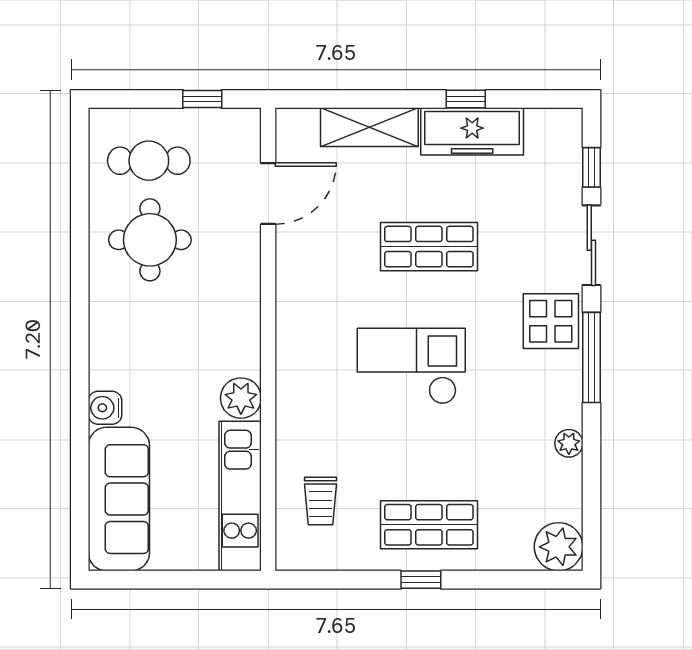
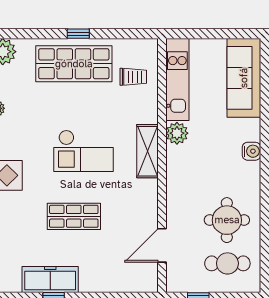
shelving: (369, 127) -> (148, 151), moved, turned 90
water cooler: (105, 408) -> (251, 151), moved
trolley: (320, 501) -> (133, 77), turned 90
shop shelf: (429, 525) -> (74, 64), width x1.43, depth x1.36

